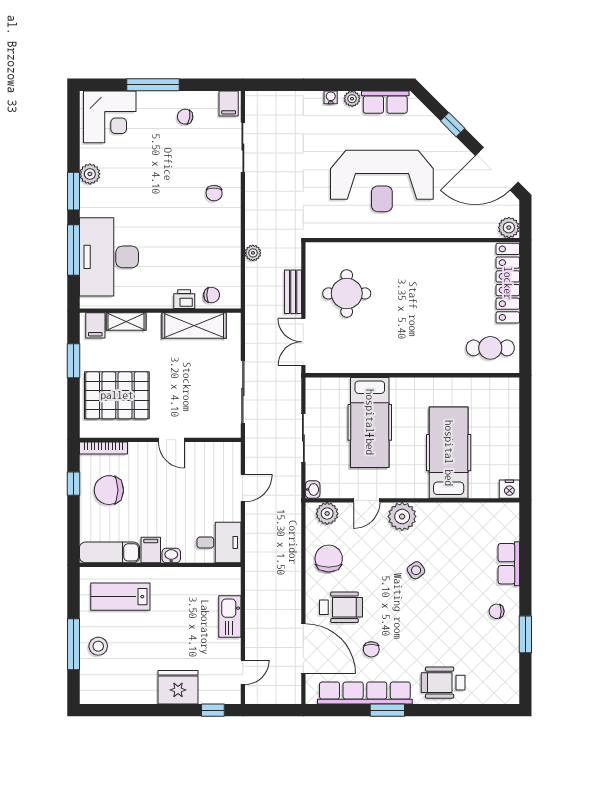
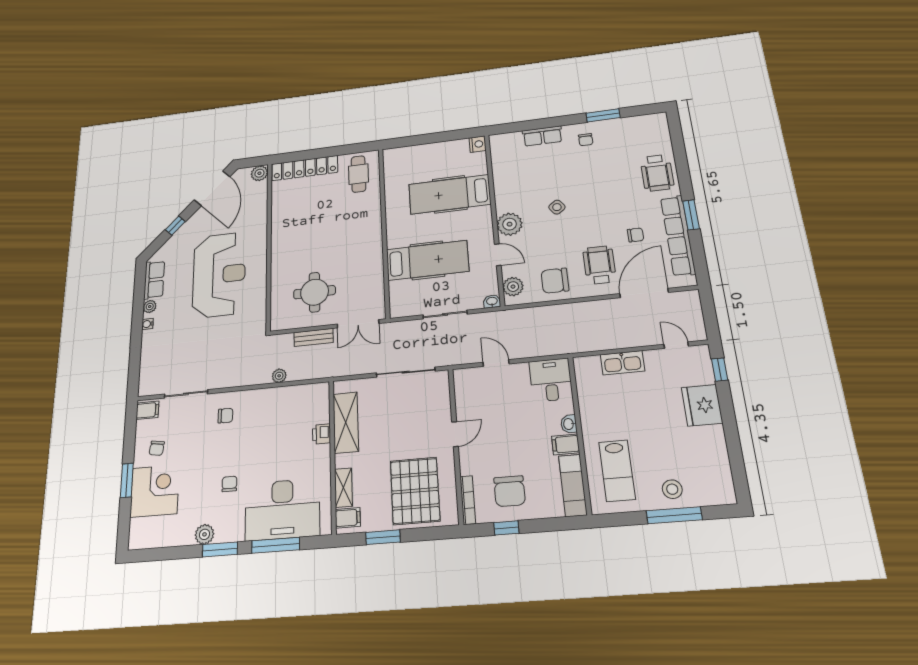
window: (153, 85) -> (127, 480), width x0.69
corner desk: (110, 117) -> (155, 491), moved
chair: (212, 295) -> (229, 484), moved

